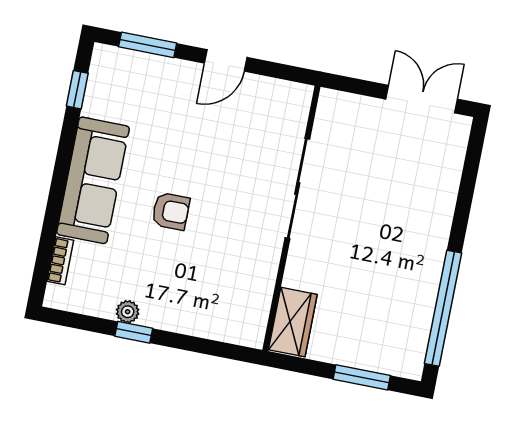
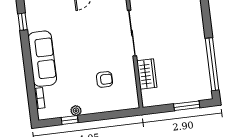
armchair: (171, 211) -> (104, 79), moved
wardrobe: (293, 322) -> (147, 74), moved
window: (134, 332) -> (70, 120), moved

